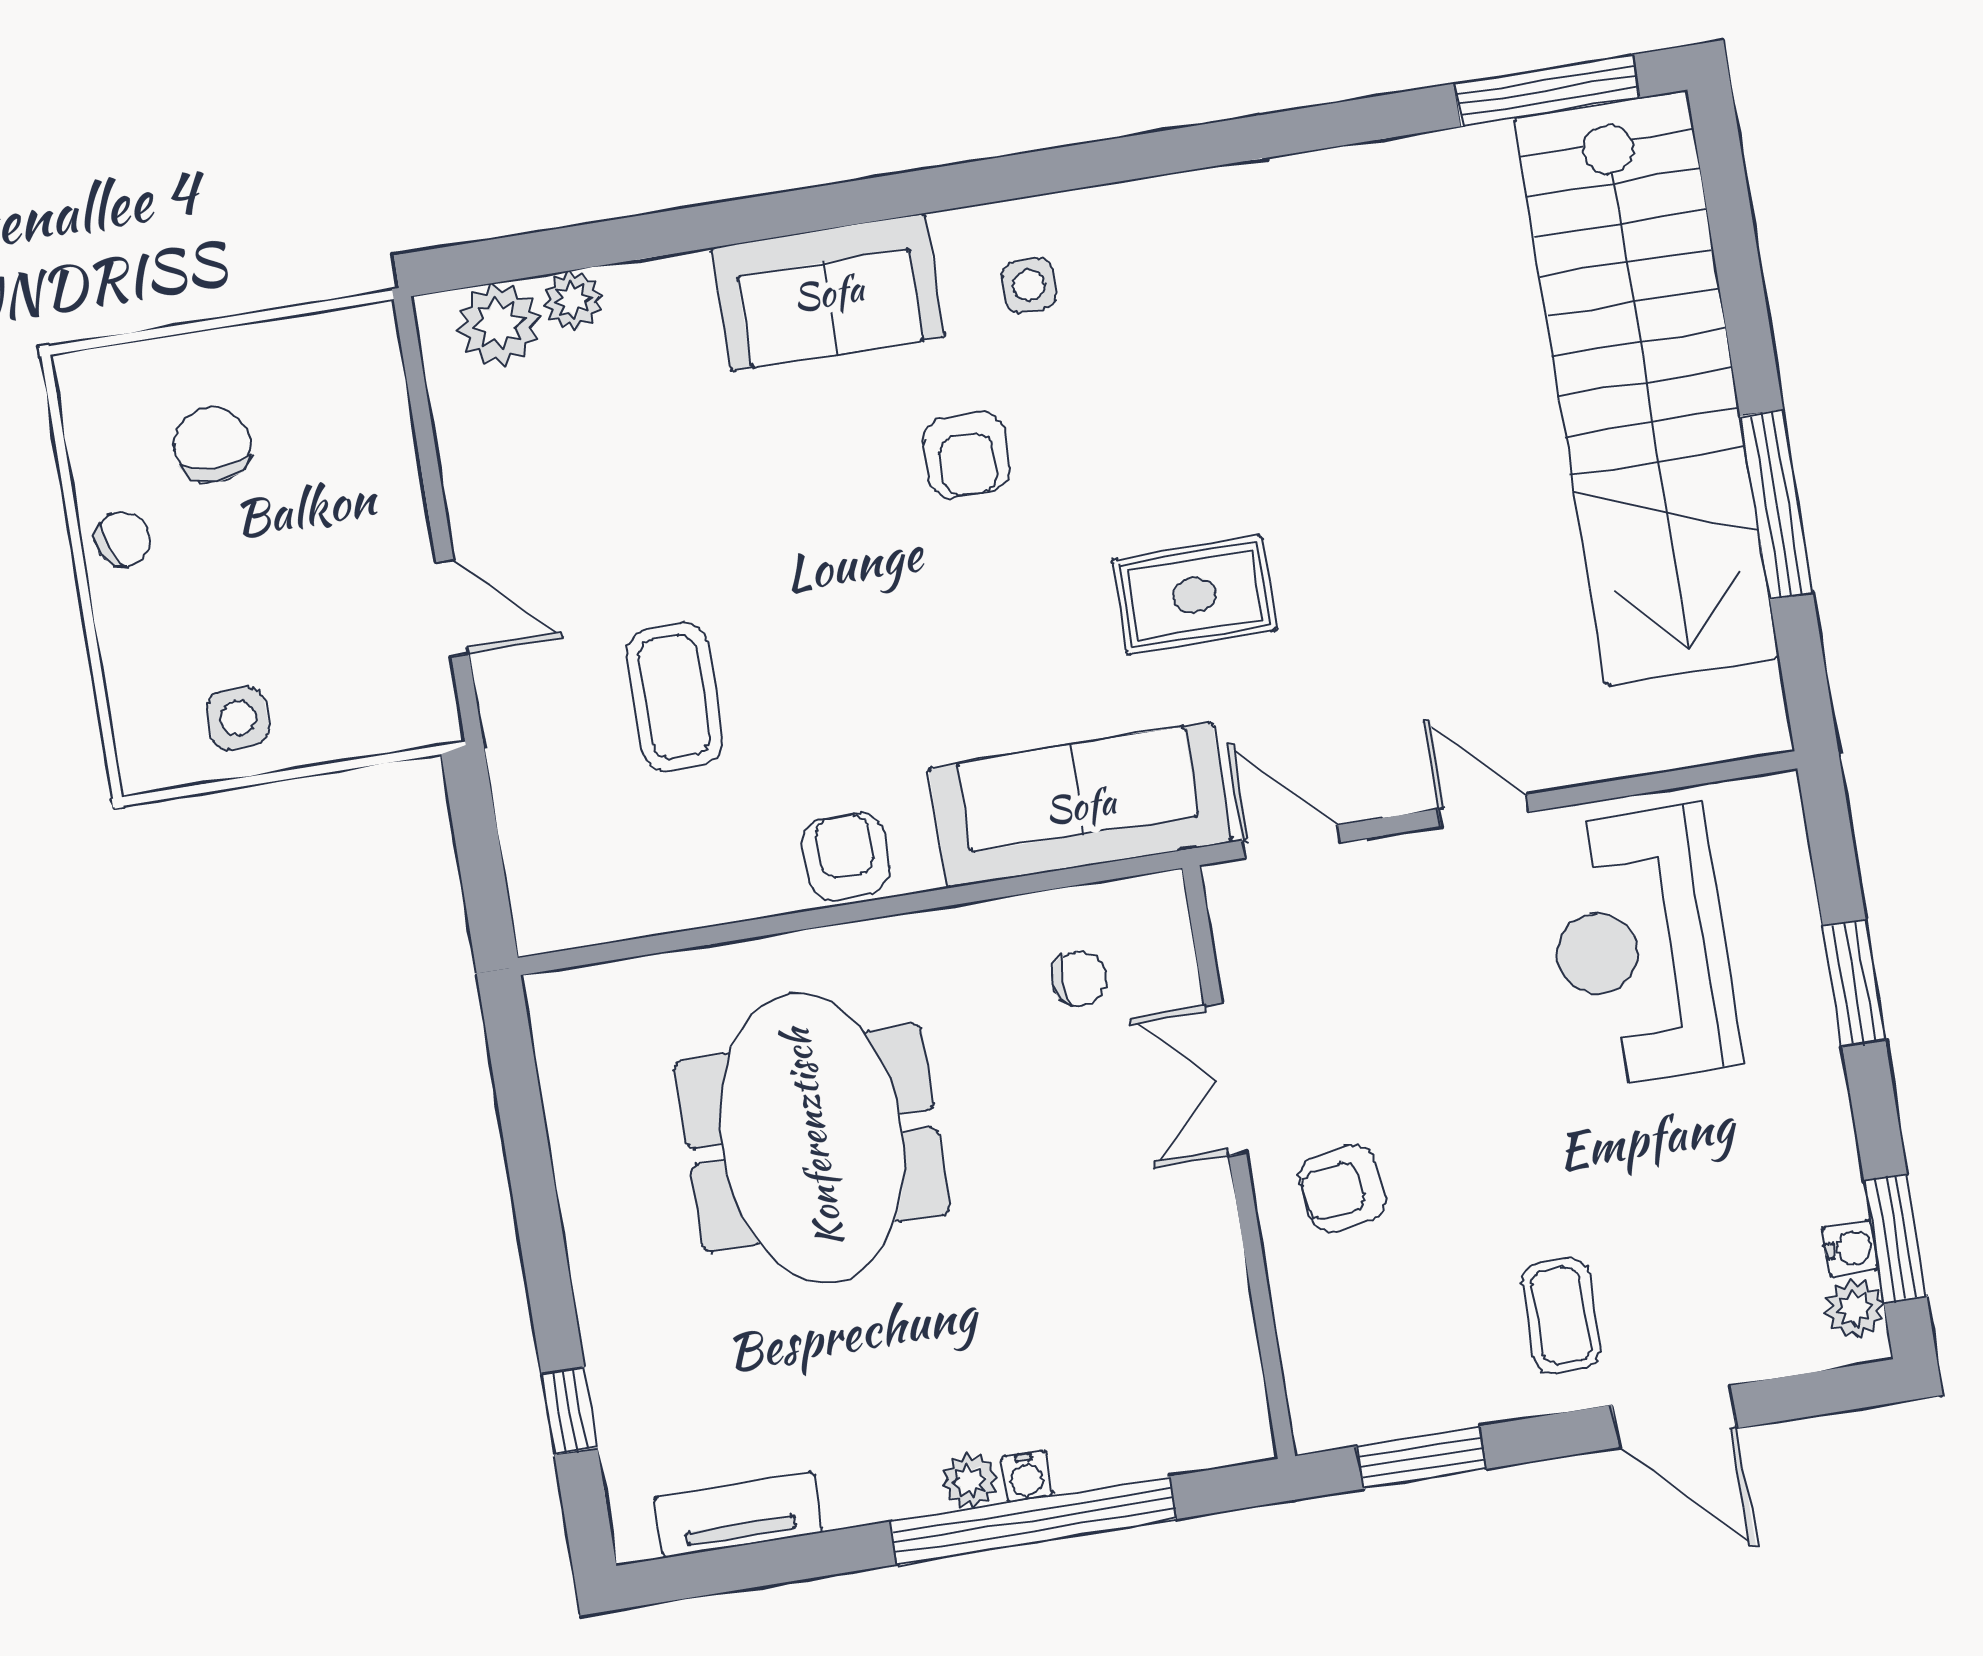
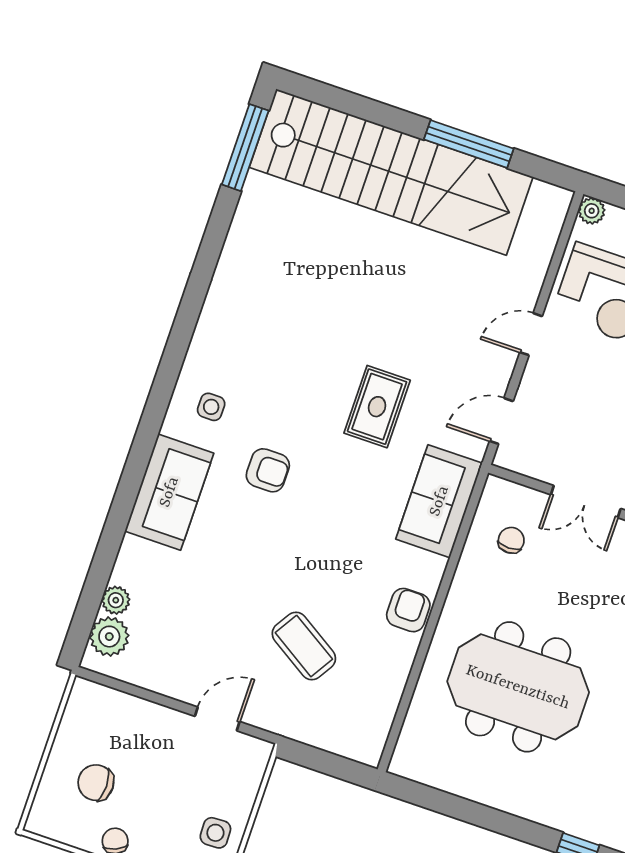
coffee table: (675, 697) -> (304, 646), turned 32
plant: (1774, 800) -> (592, 211), added
sofa: (1080, 805) -> (439, 501), width x0.73
armchair: (846, 856) -> (408, 610), turned 90

